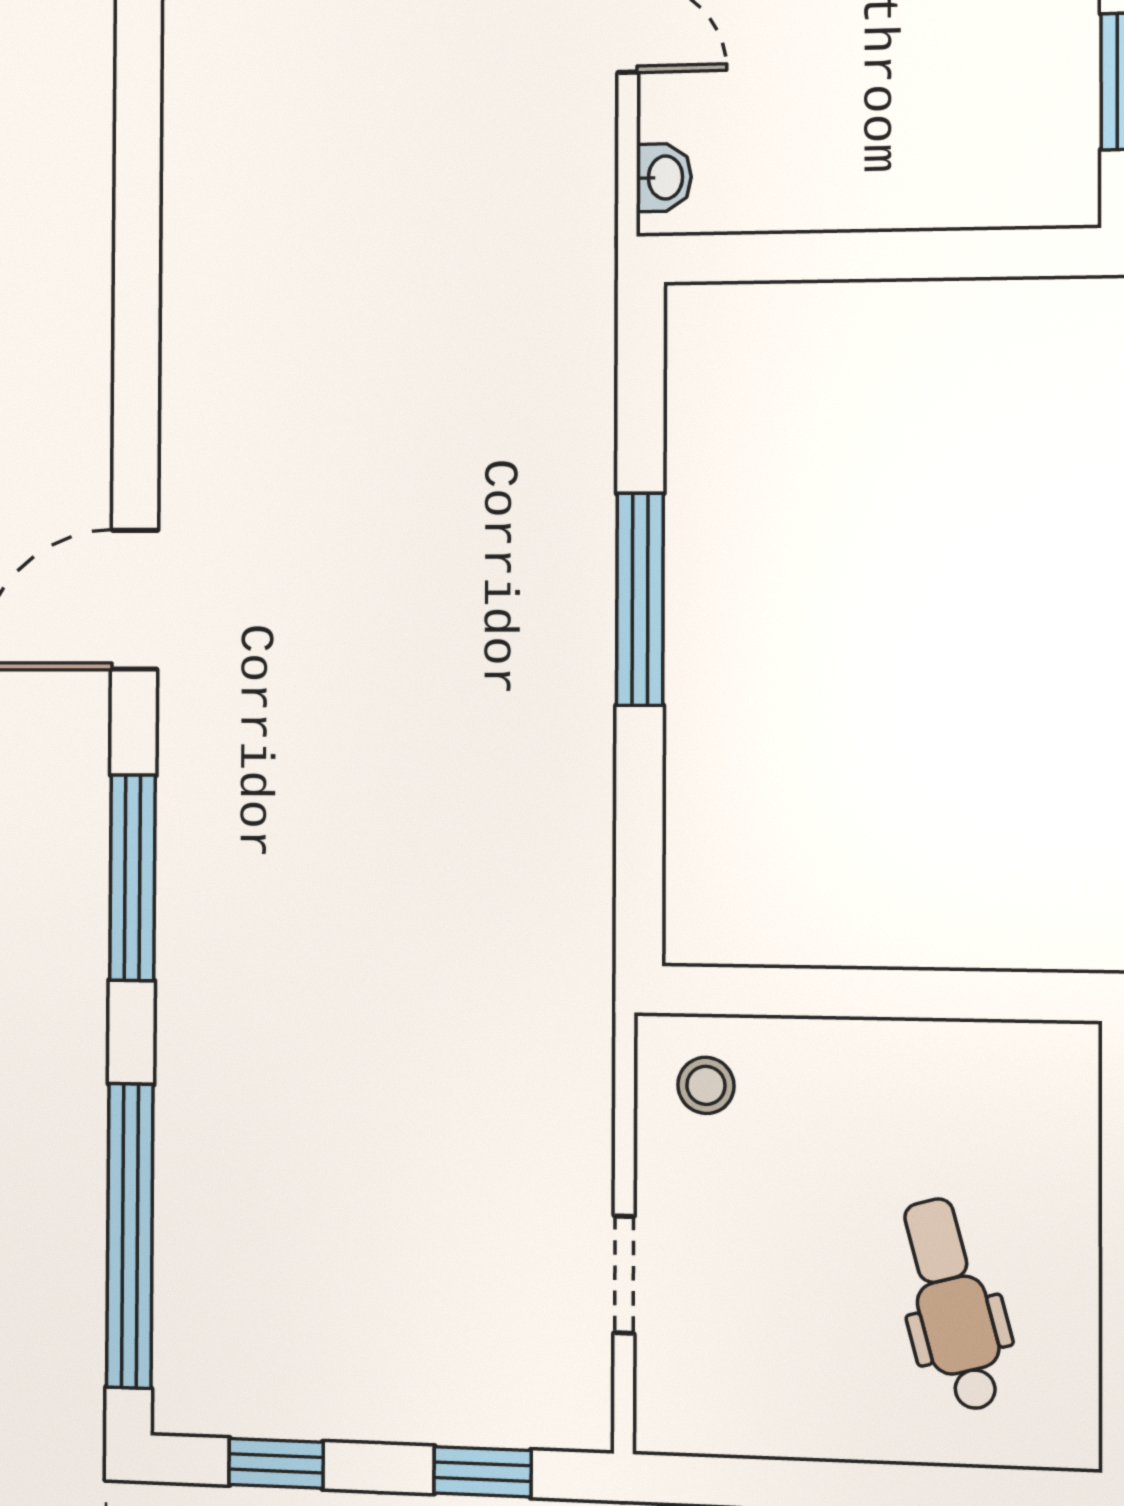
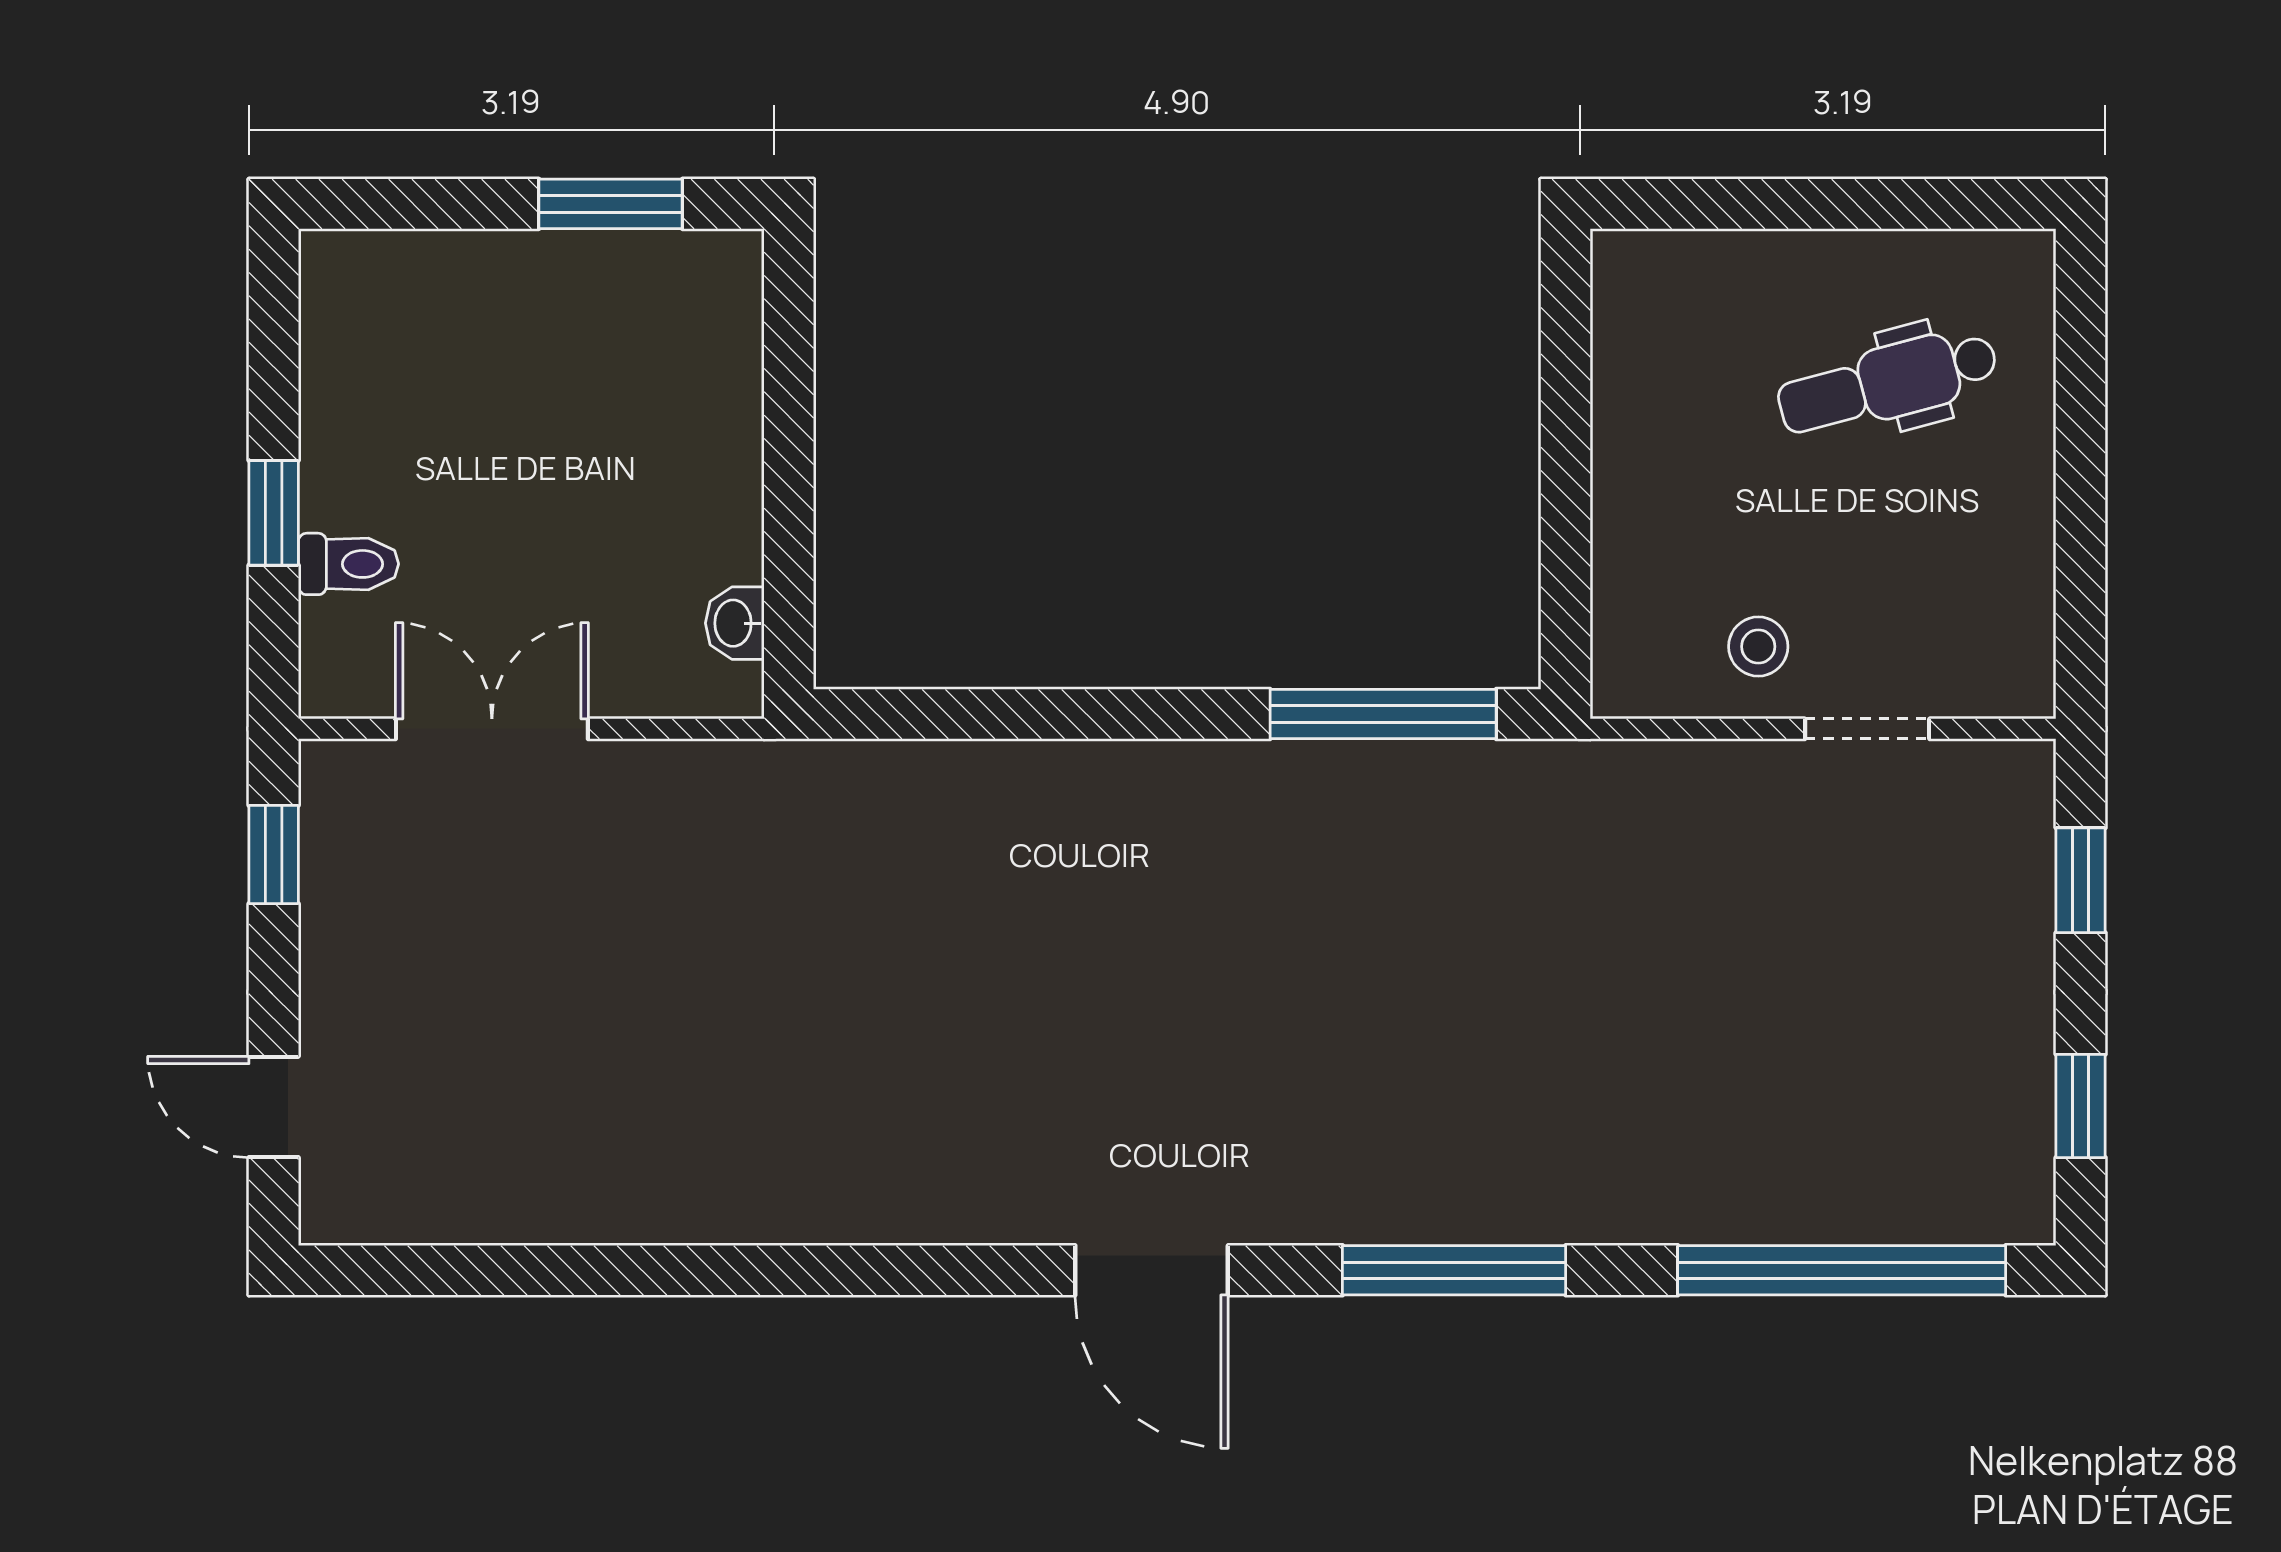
washbasin: (664, 178) -> (735, 623), moved, turned -90
window: (640, 599) -> (1383, 714), moved
stool: (706, 1085) -> (1758, 647), moved

